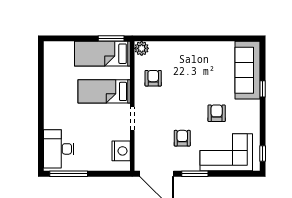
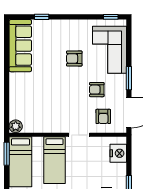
sofa: (247, 70) -> (20, 46), moved, turned -90
armchair: (153, 78) -> (103, 116), moved, turned -90
window: (263, 89) -> (42, 17), moved
nightstand: (121, 151) -> (118, 153), moved, turned 90

